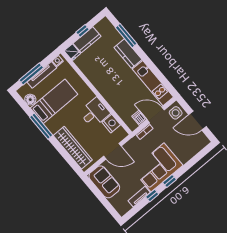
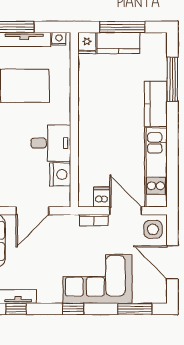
window: (83, 31) -> (122, 27), width x2.17
door: (112, 151) -> (32, 211), hinge flipped
window: (198, 157) -> (135, 309), added
corner sofa: (157, 167) -> (98, 279), moved
window: (152, 196) -> (16, 309), moved

